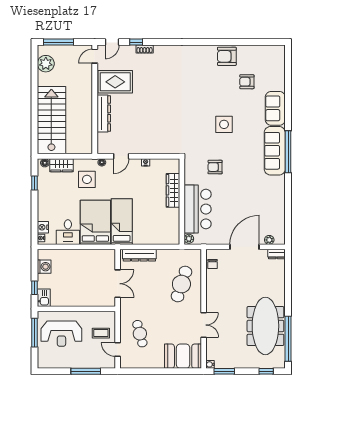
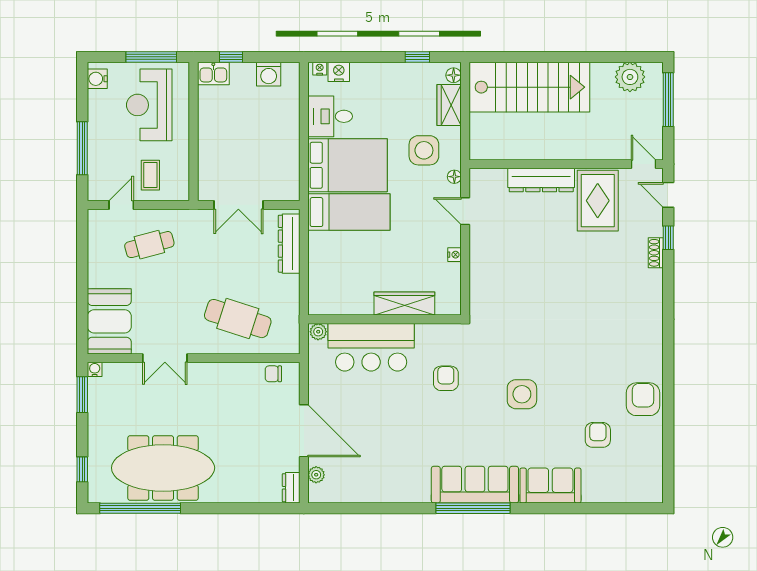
water cooler: (47, 363) -> (97, 79), added

